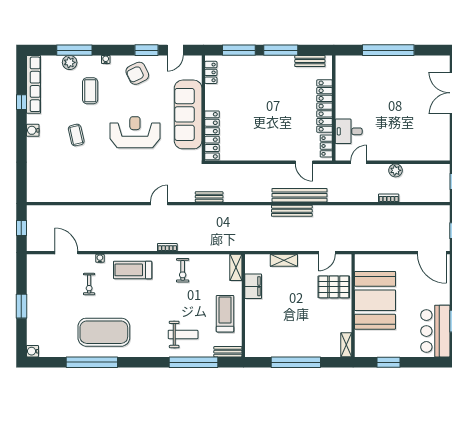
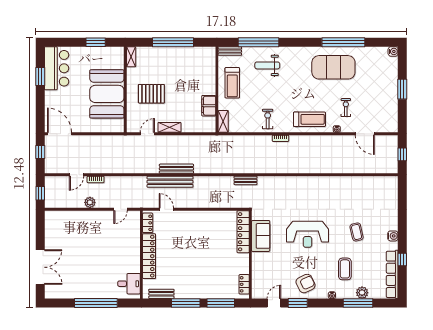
sofa: (188, 114) -> (261, 236), width x0.54, depth x0.79
desk: (349, 131) -> (129, 284), moved
door: (159, 204) -> (76, 175), moved
shelving: (284, 260) -> (169, 127), moved
pallet: (334, 287) -> (151, 94), moved

